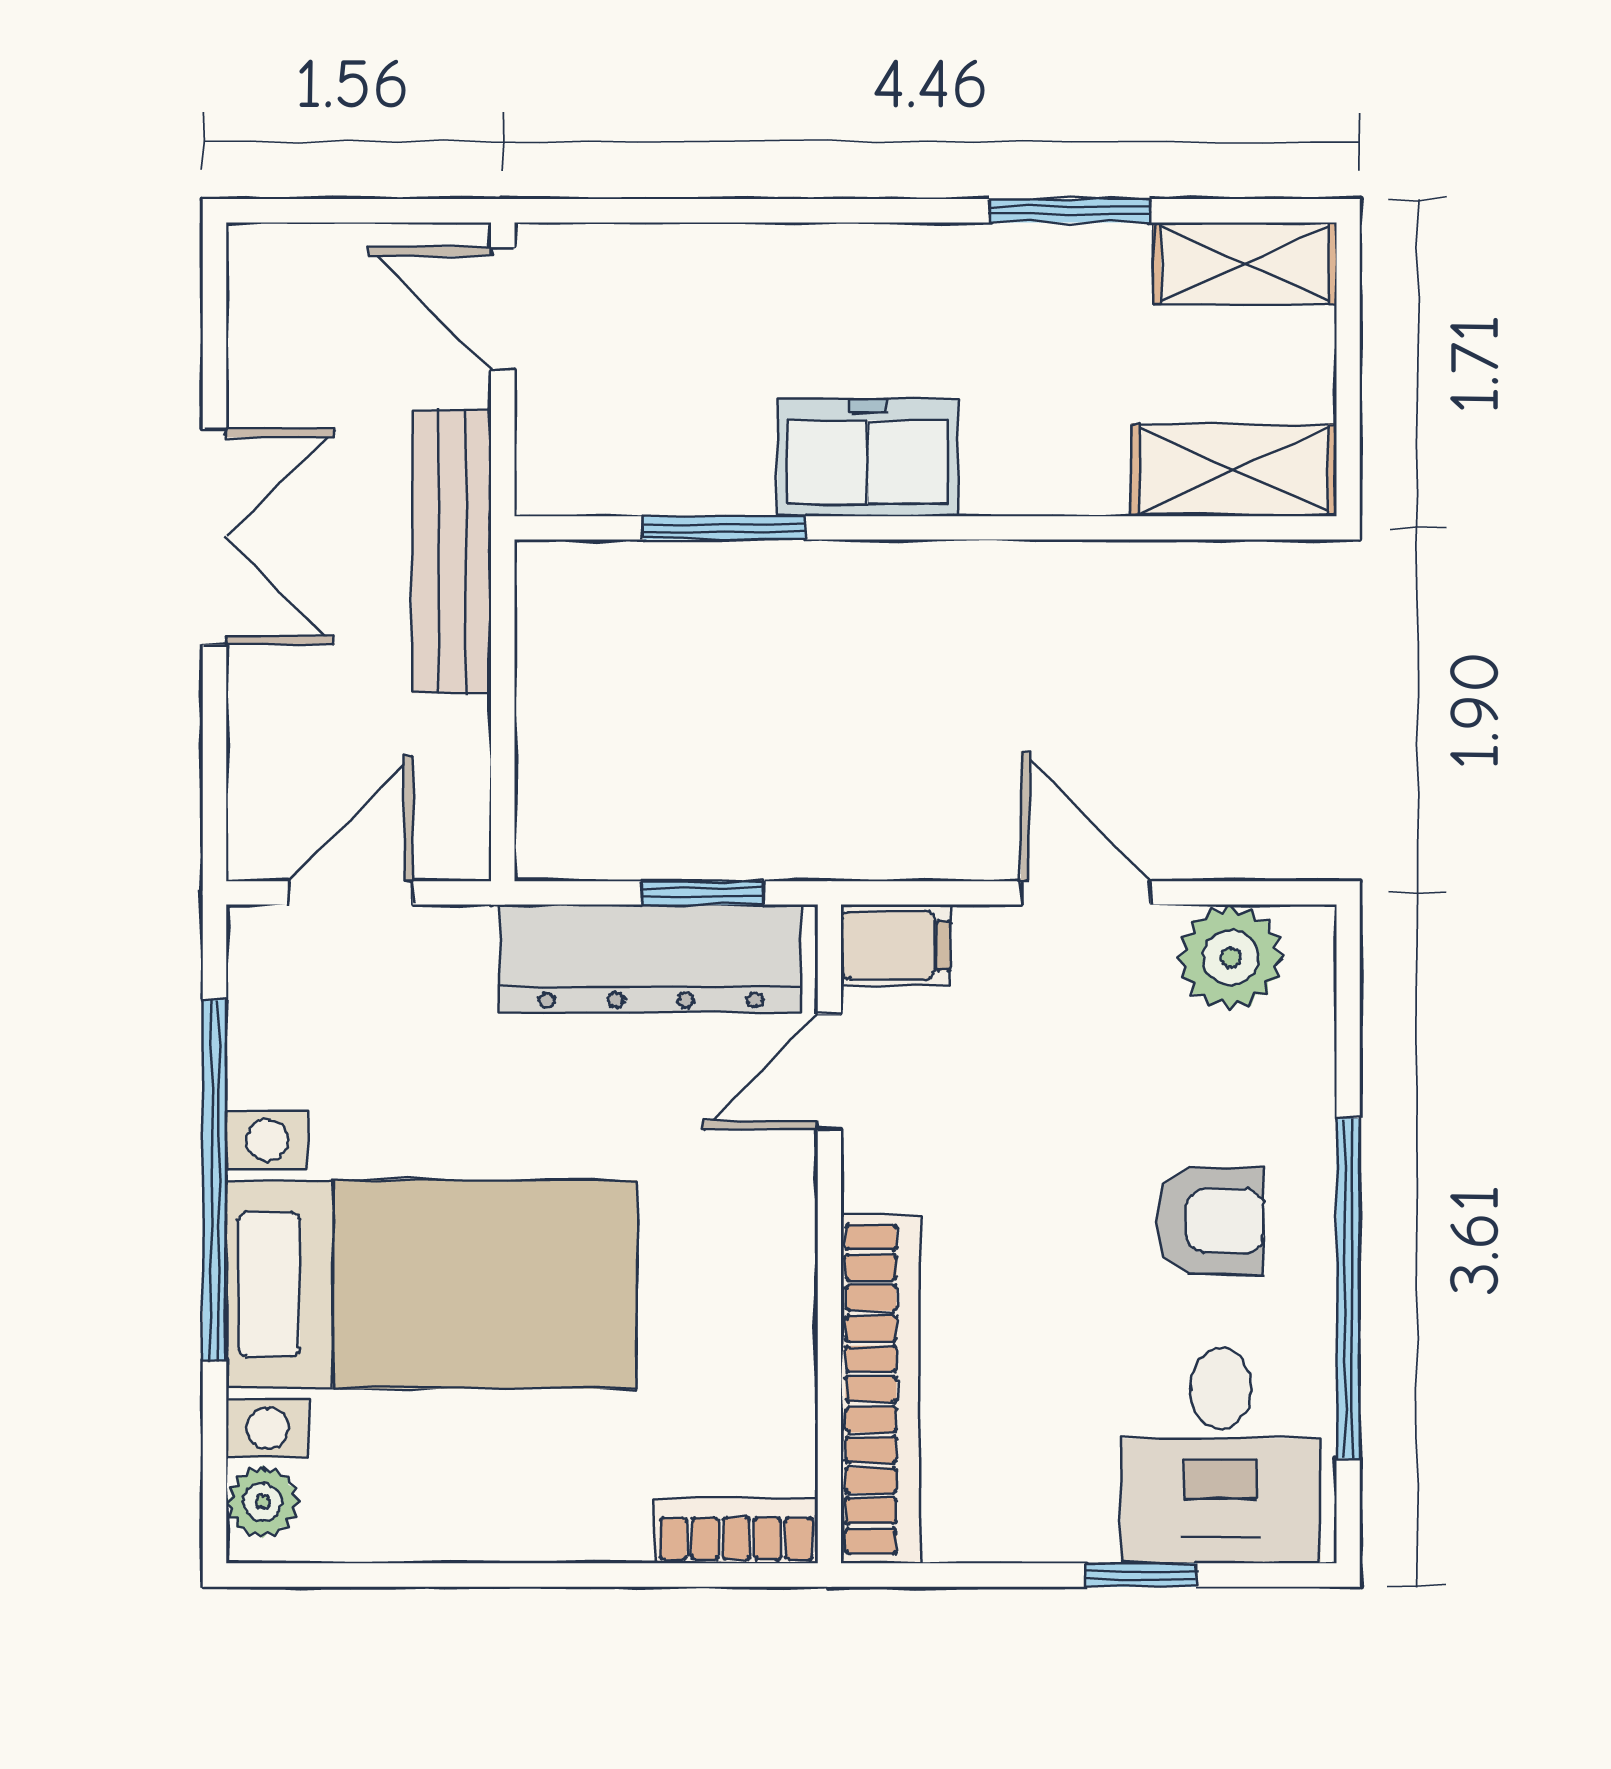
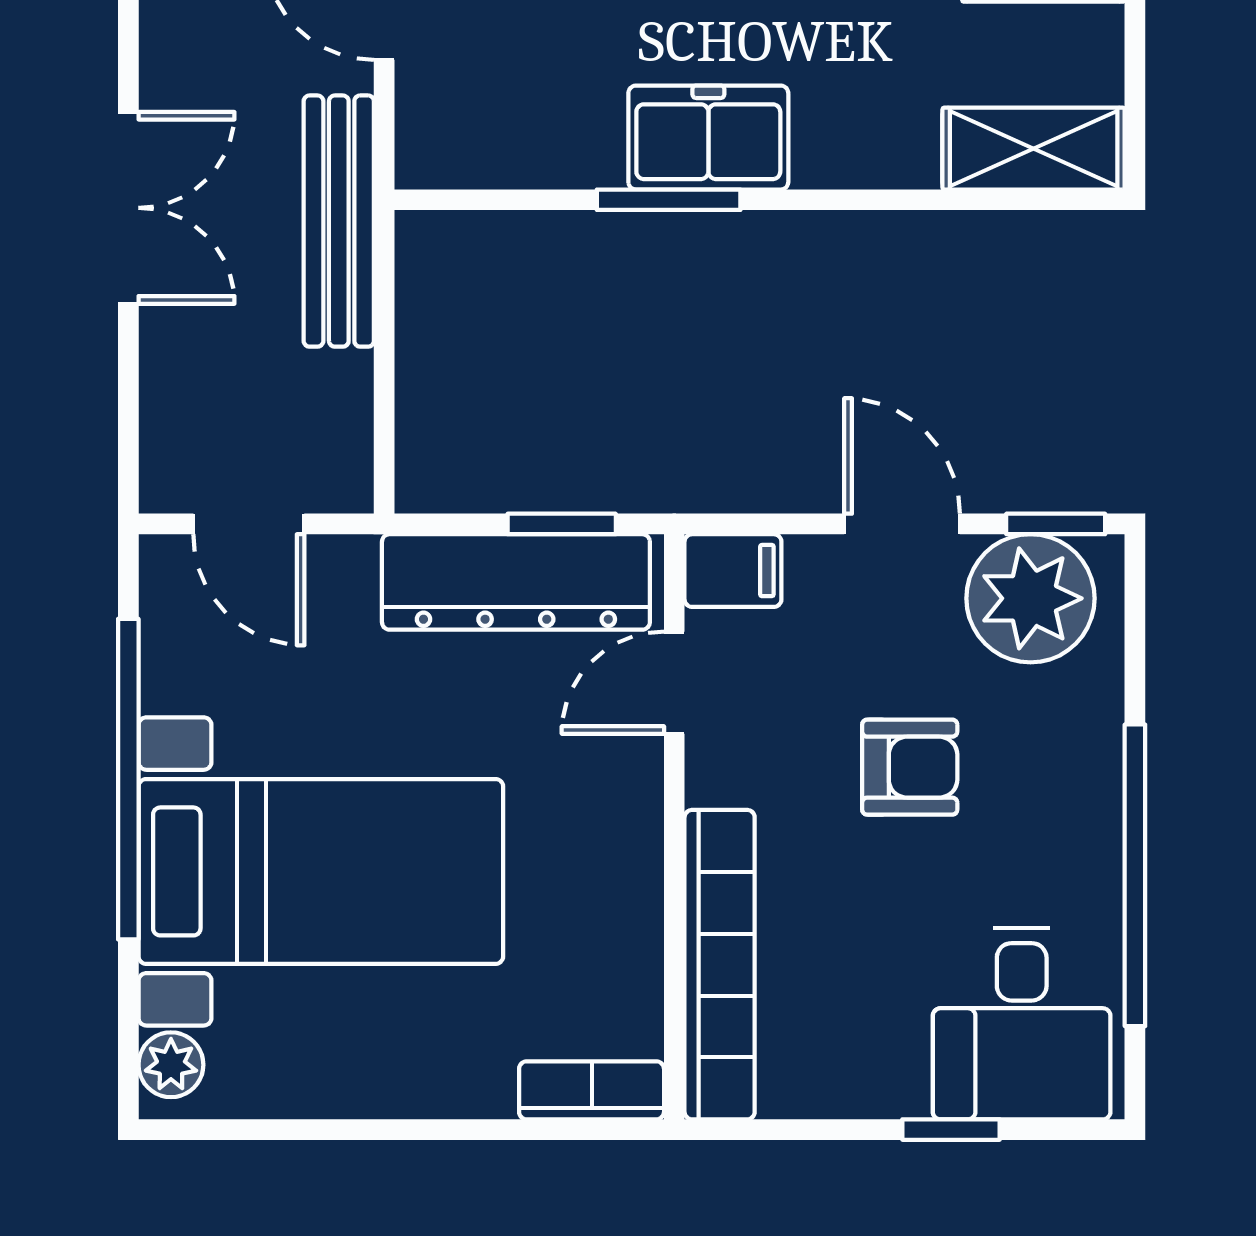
window: (724, 528) -> (669, 200), moved
door: (350, 893) -> (249, 524), swing flipped
window: (1259, 893) -> (1056, 524), added
plant: (1231, 957) -> (1030, 598), width x1.36, depth x1.36
armchair: (1210, 1221) -> (910, 767), moved

